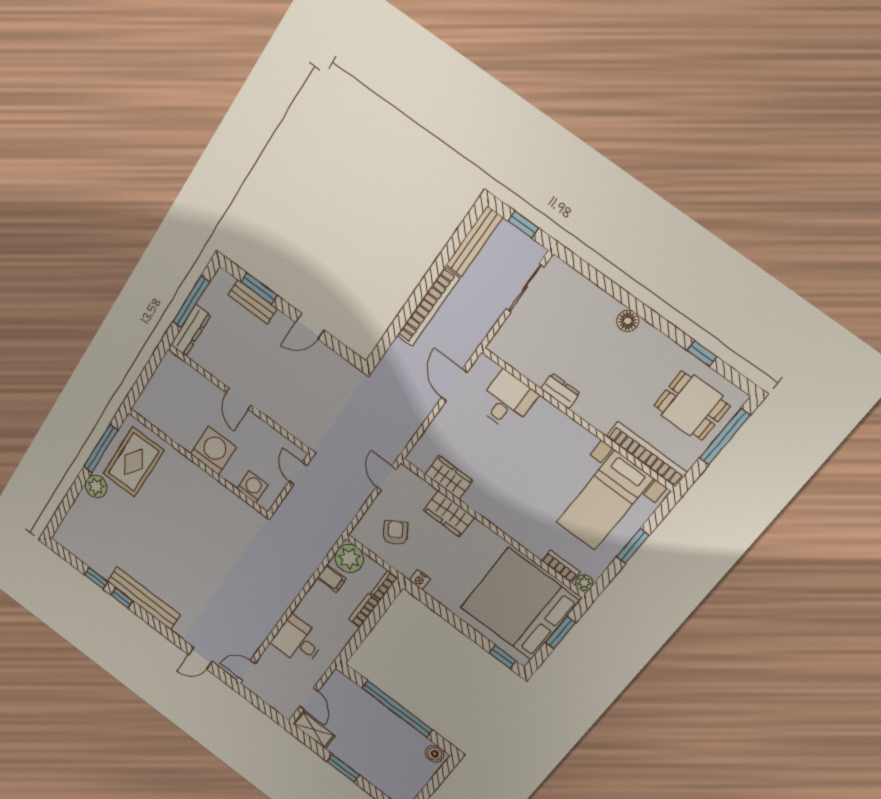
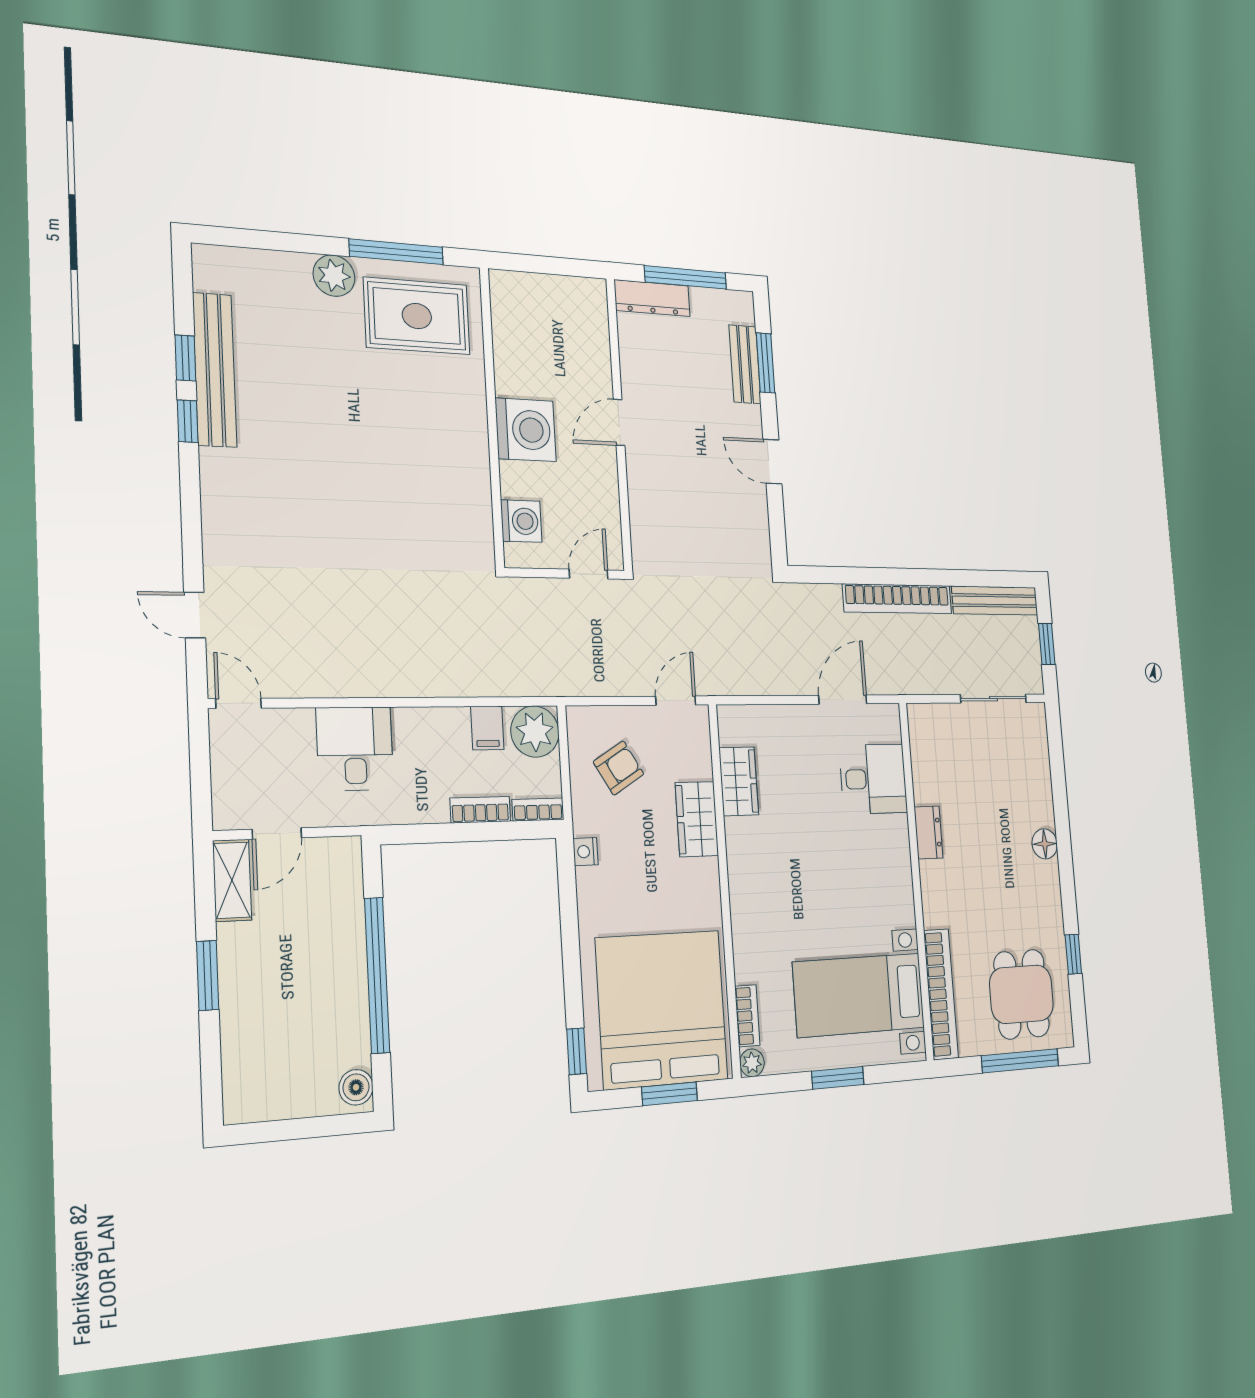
bench: (144, 598) -> (215, 370), moved

